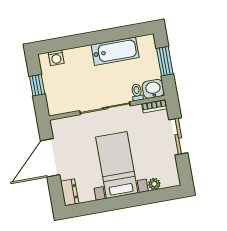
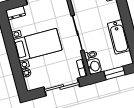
sliding door: (178, 136) -> (62, 87), width x1.37

